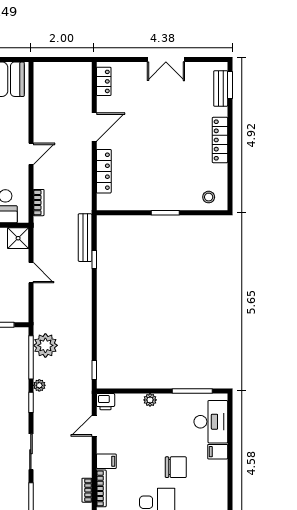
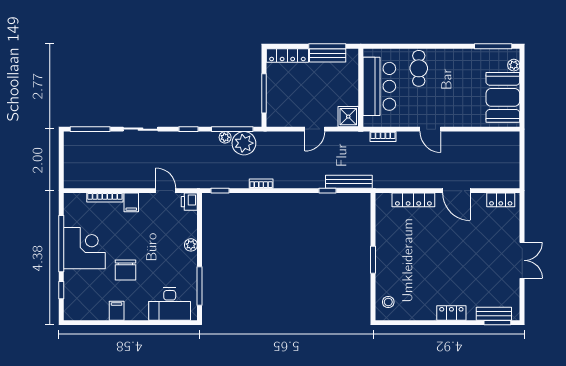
double door: (166, 60) -> (522, 260), swing flipped
locker: (220, 140) -> (451, 313), width x0.66
plant: (39, 385) -> (225, 137), moved
filing cabinet: (218, 452) -> (117, 311), moved
bookcase: (87, 490) -> (261, 184), moved

